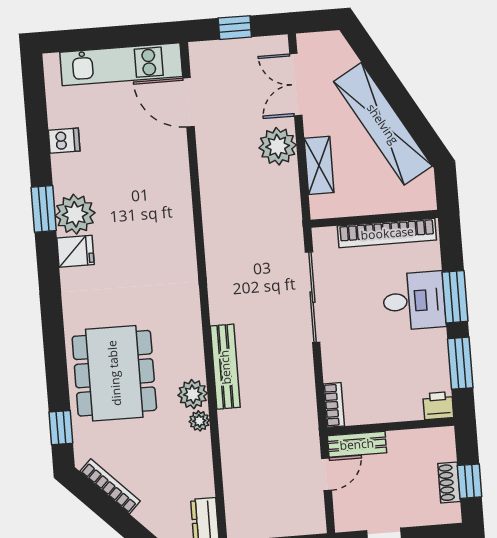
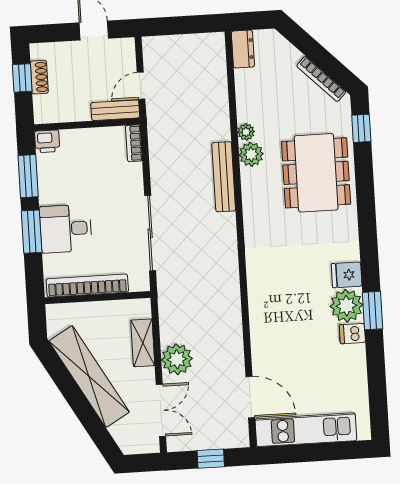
dishwasher: (64, 141) -> (352, 334), moved

